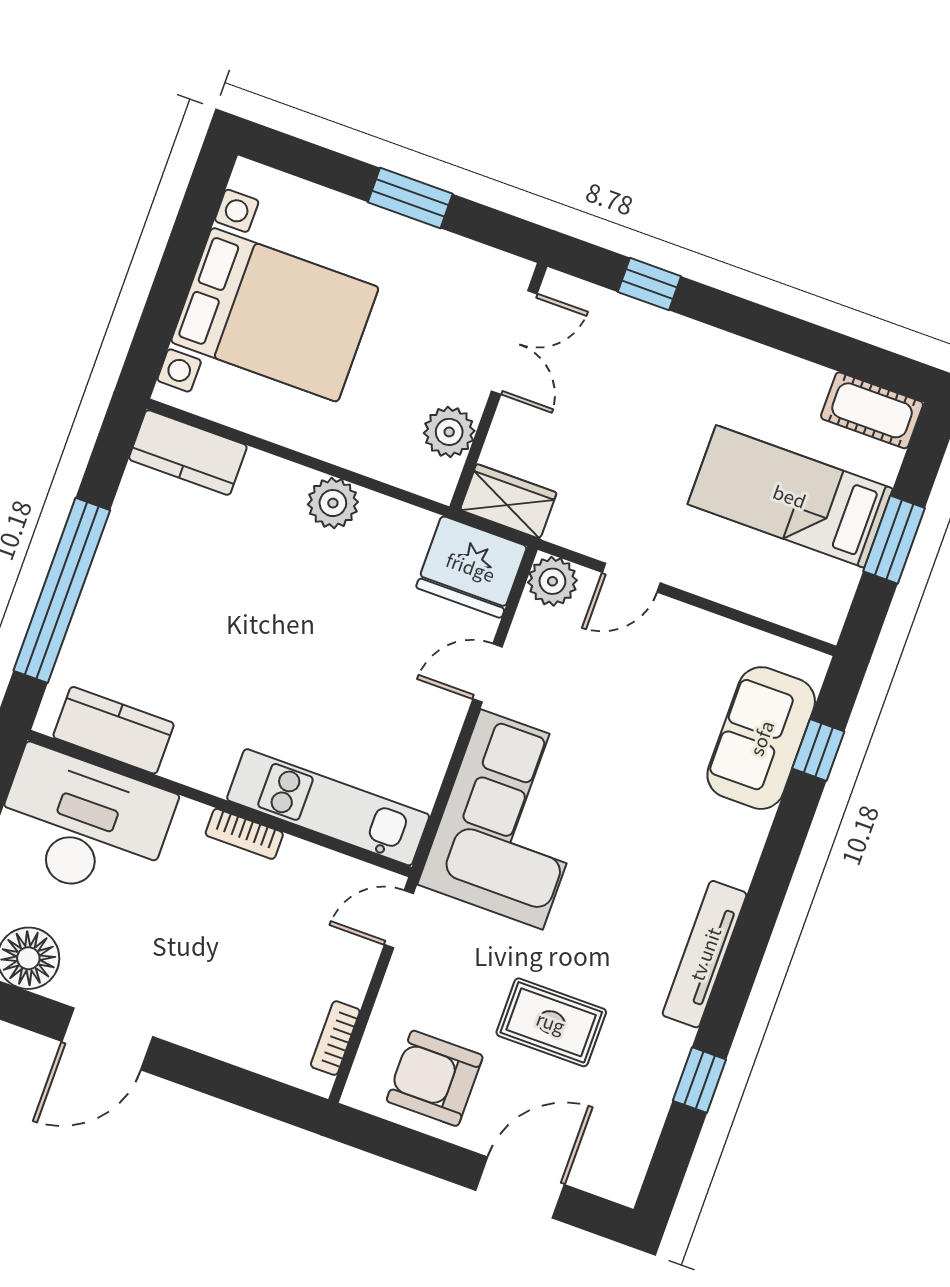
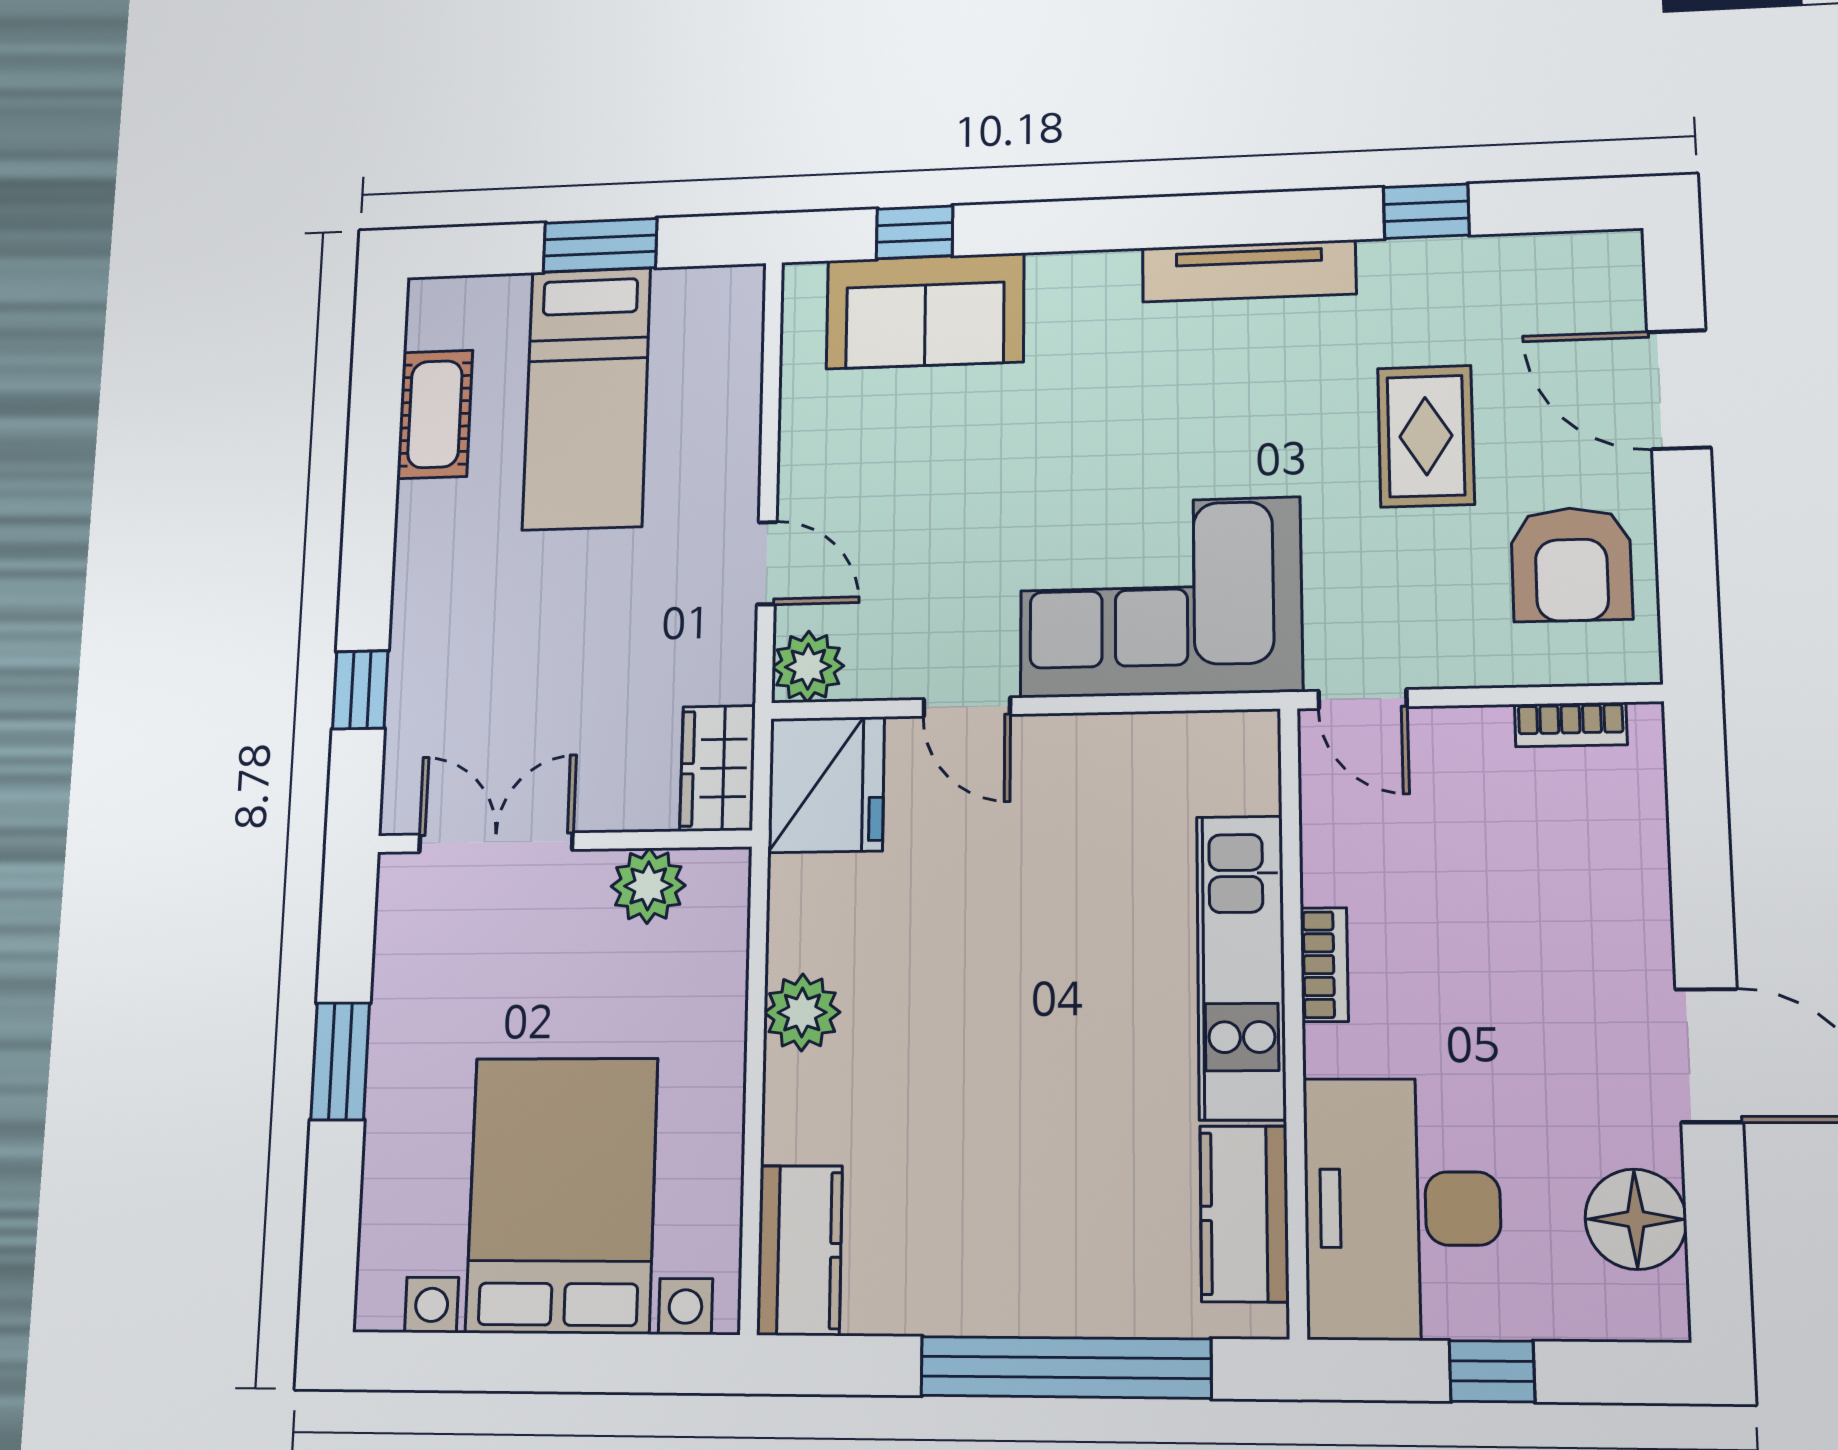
cot: (872, 410) -> (435, 414), moved
kitchen unit: (328, 807) -> (1241, 967), moved

